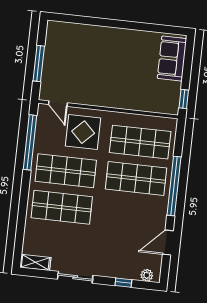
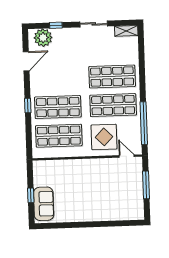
window: (184, 99) -> (31, 195), moved
window: (174, 186) -> (28, 106), width x0.32
plant: (147, 275) -> (43, 38), width x1.87, depth x1.87

